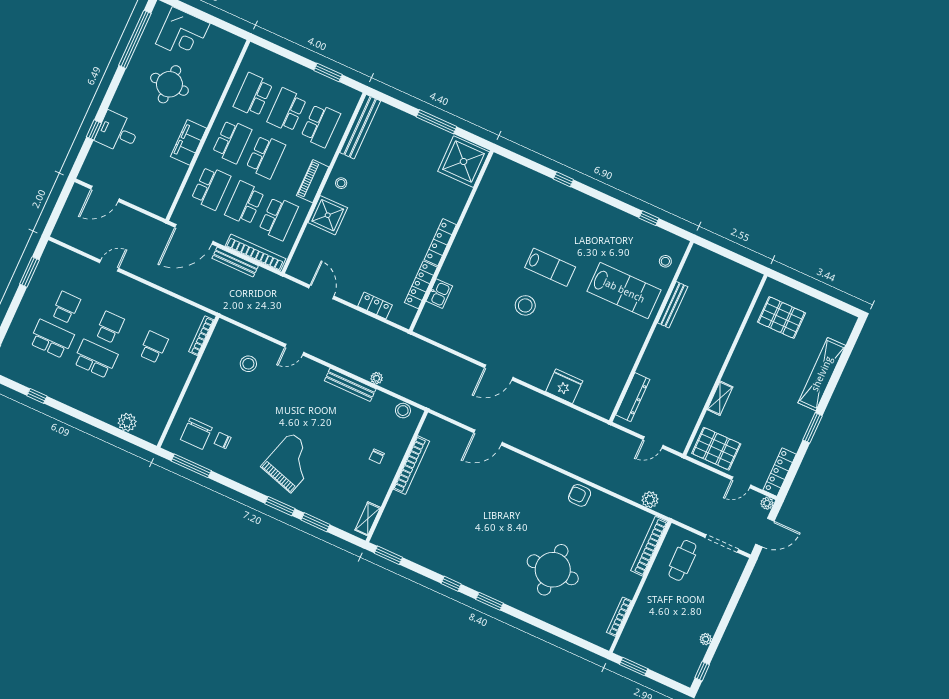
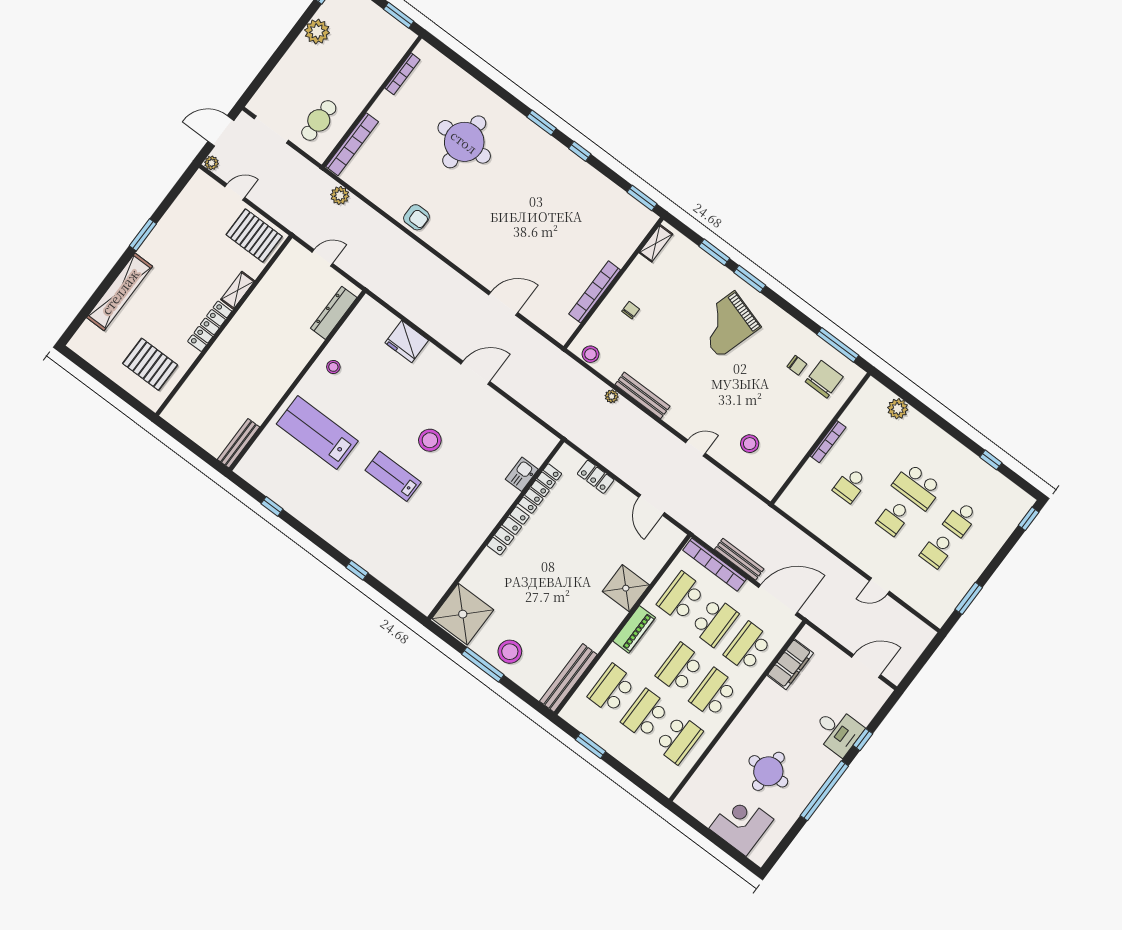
window: (135, 39) -> (824, 791), moved
school desk: (287, 110) -> (645, 714), turned 180
filing cabinet: (189, 142) -> (790, 664), moved
stool: (341, 183) -> (510, 652), moved, width x1.89, depth x1.89
stool: (665, 261) -> (333, 367), moved
bench: (673, 305) -> (238, 443), moved
bookcase: (201, 336) -> (828, 442), moved
school desk: (52, 339) -> (961, 519), width x0.54
locker: (780, 472) -> (210, 326), moved, turned 180
plant: (706, 639) -> (317, 31), width x1.87, depth x1.87

